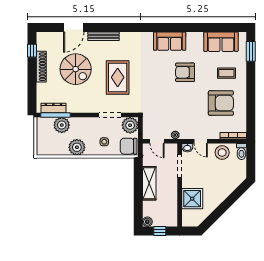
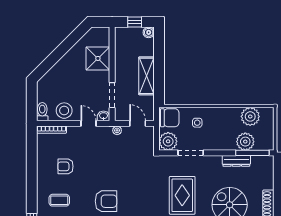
armchair: (221, 103) -> (66, 166), width x0.53, depth x0.53
dresser: (53, 108) -> (236, 161), moved
plant: (77, 147) -> (250, 116), moved

